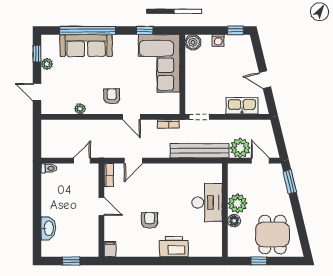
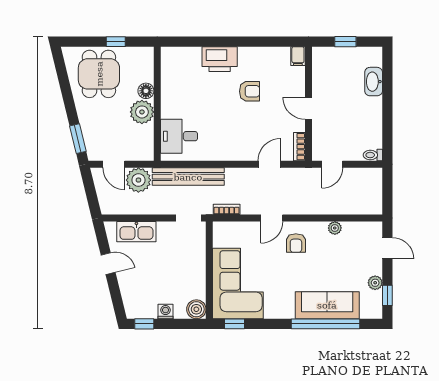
window: (145, 30) -> (234, 324), moved
door: (131, 117) -> (272, 218), swing flipped
desk: (207, 203) -> (179, 136), moved, width x0.73
armchair: (149, 220) -> (250, 91), turned -90

